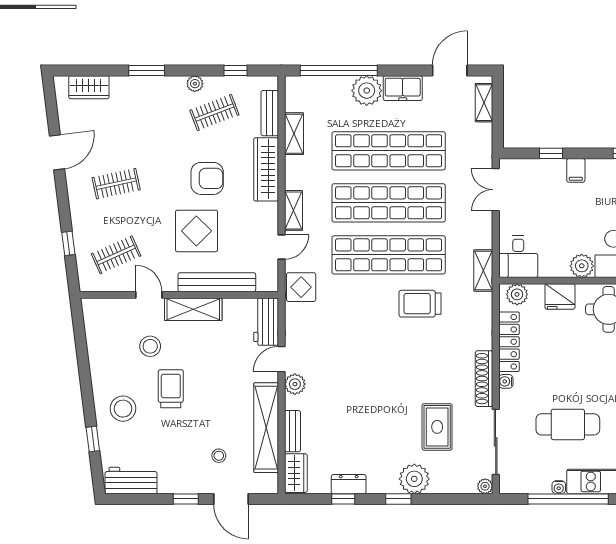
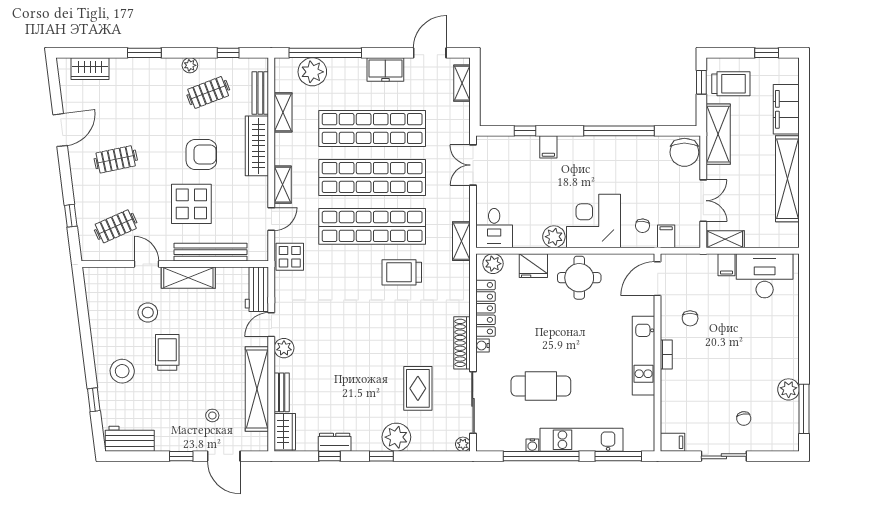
plant: (367, 91) -> (312, 72), moved

